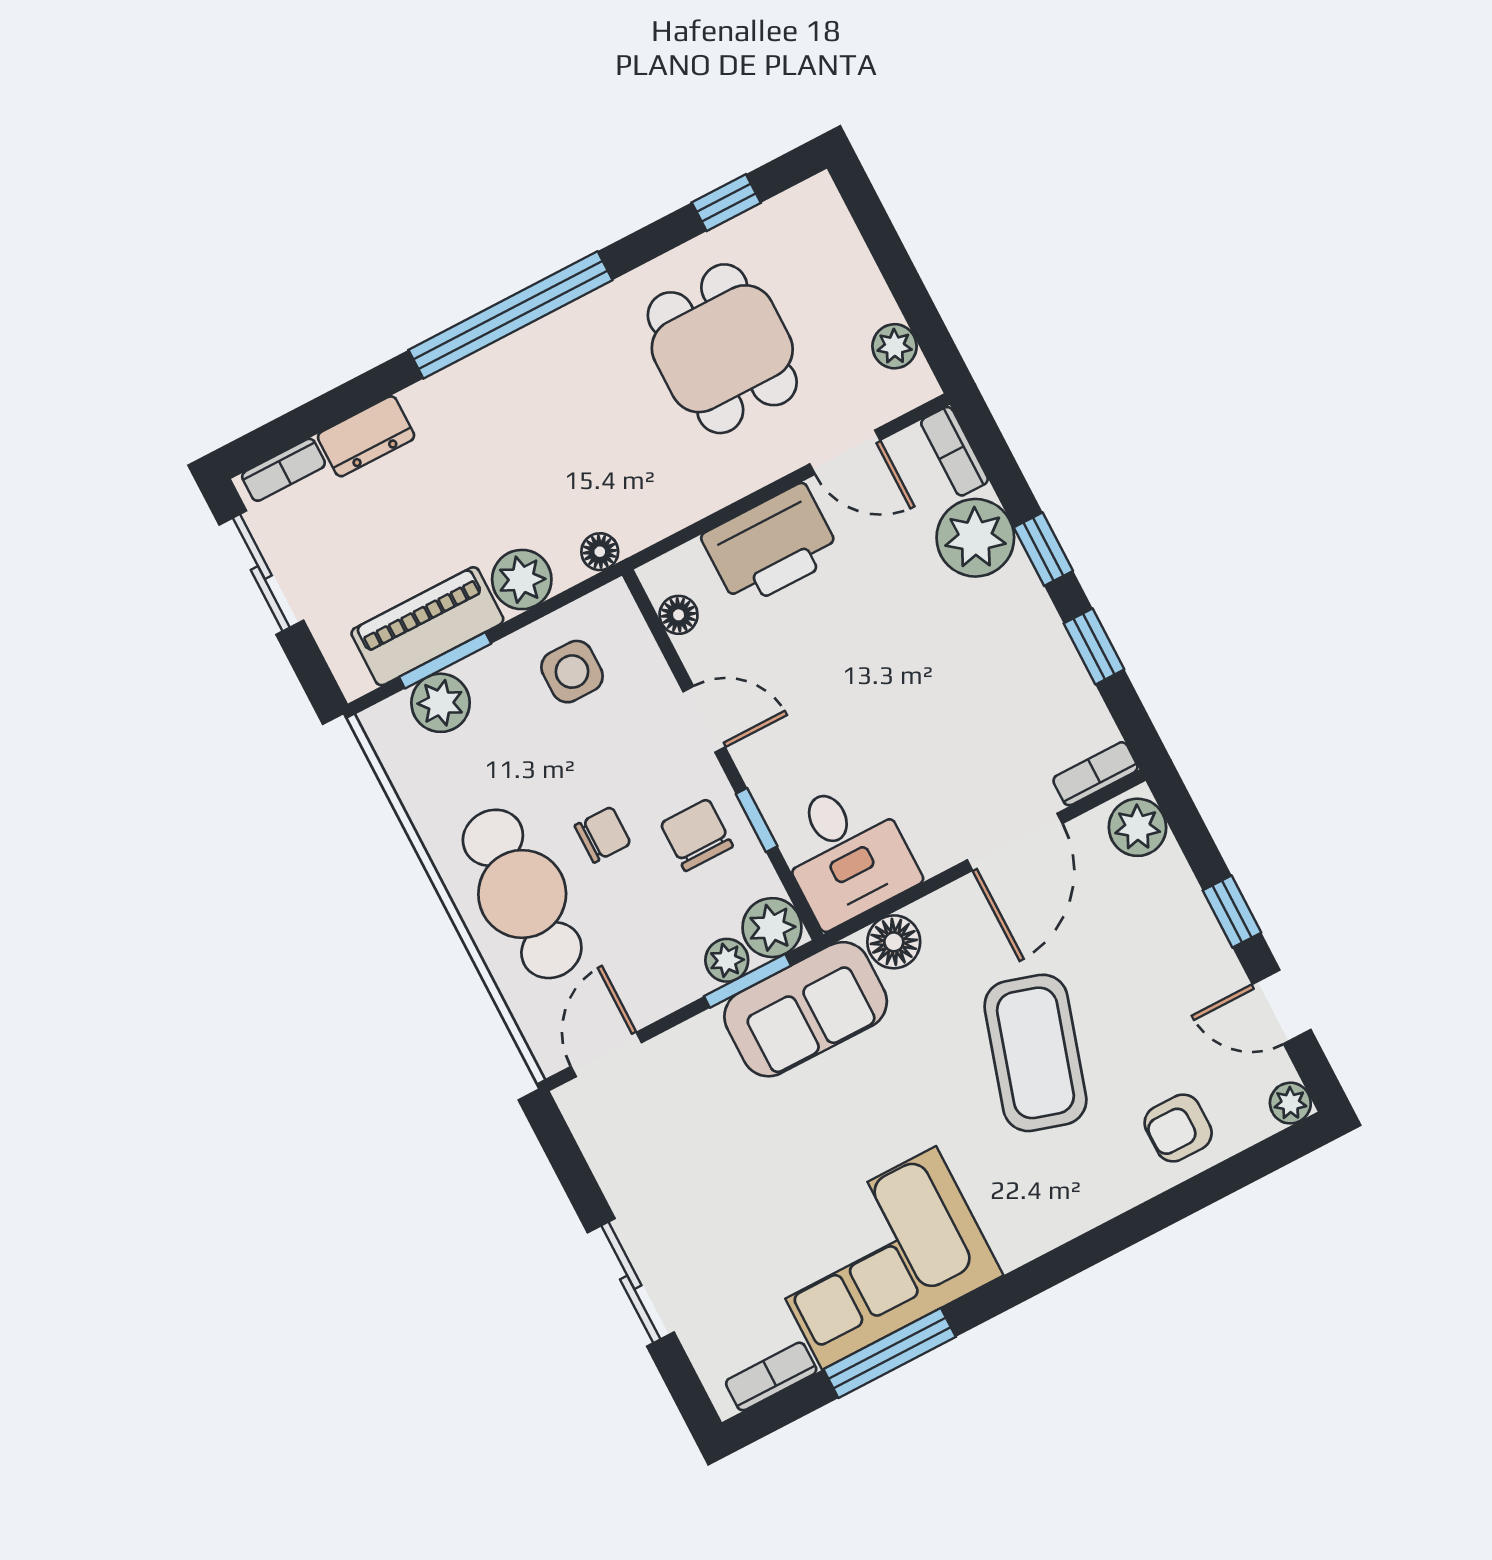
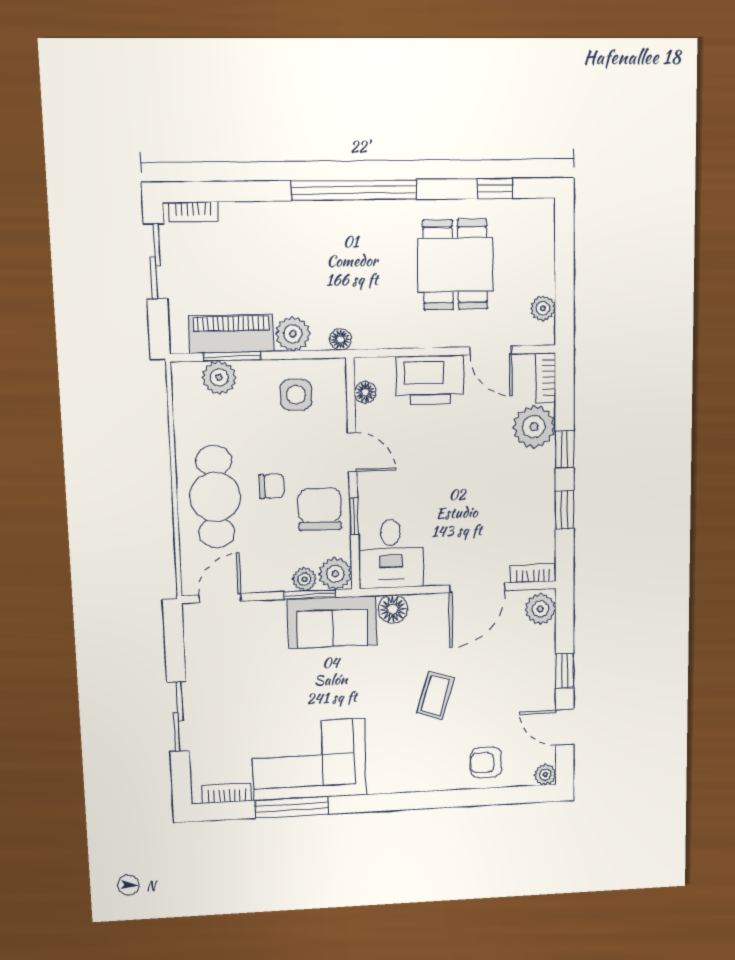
dresser: (366, 436) -> (246, 216), removed
chair: (697, 835) -> (320, 509), width x1.37, depth x1.37
coffee table: (1035, 1053) -> (435, 695), width x0.54, depth x0.58

